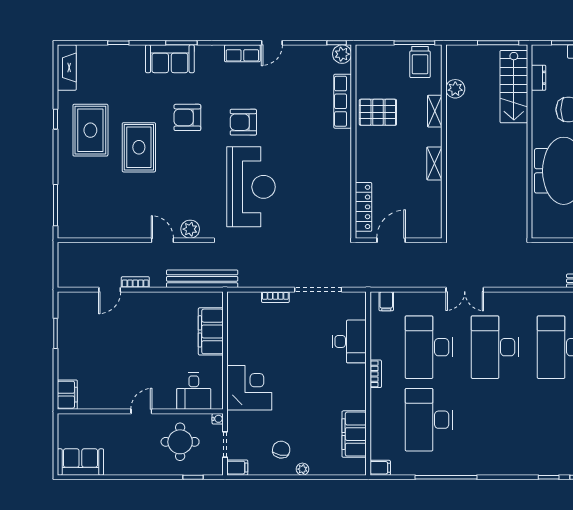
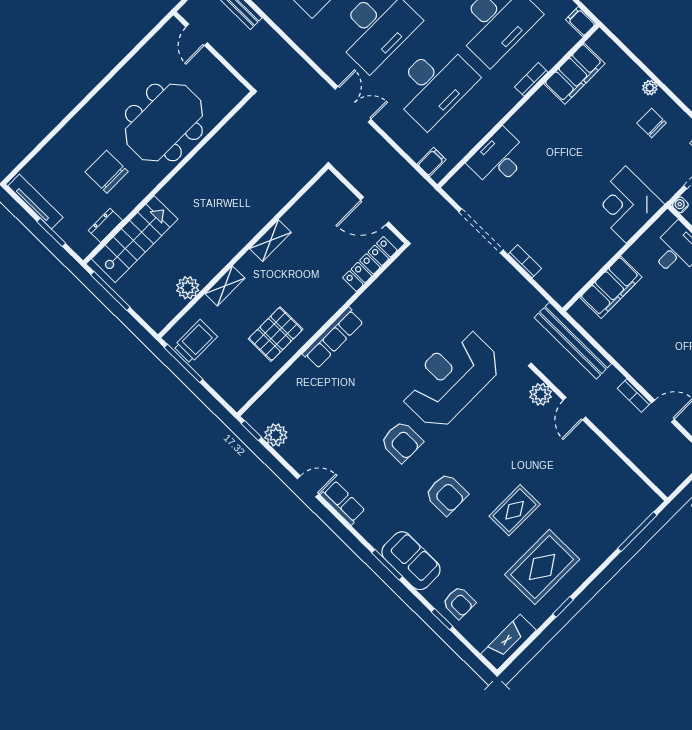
plant: (342, 54) -> (276, 435), moved
armchair: (118, 62) -> (459, 603), added
row of seats: (343, 101) -> (333, 338), moved
pallet: (378, 112) -> (276, 334), turned 90
rug: (139, 147) -> (515, 510), width x0.73, depth x0.70
bookcase: (376, 374) -> (531, 79), moved
chair: (281, 450) -> (652, 123), turned 80

